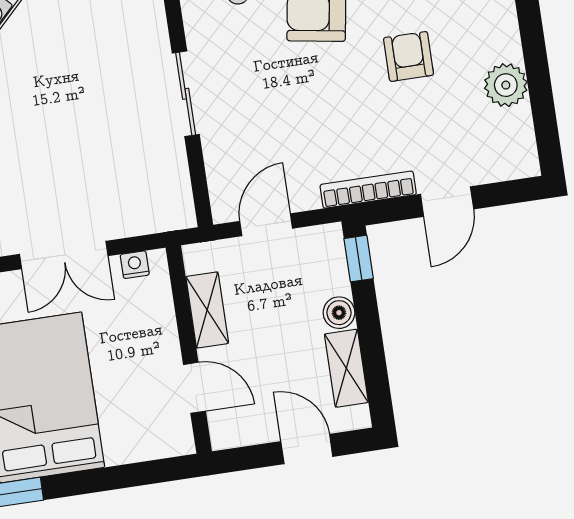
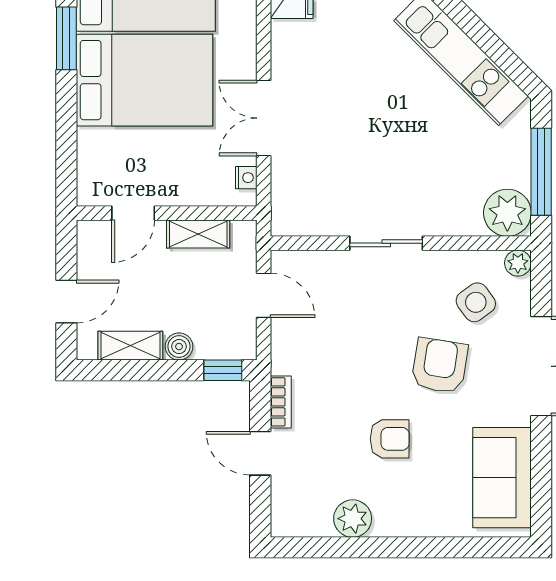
bookcase: (368, 190) -> (281, 402), width x0.64

